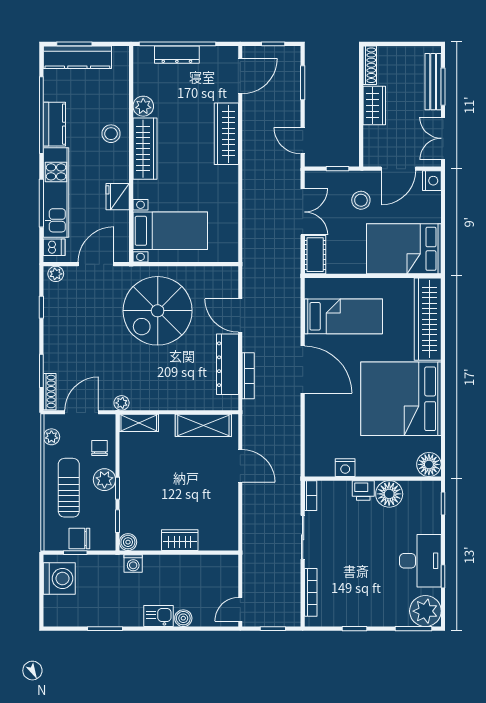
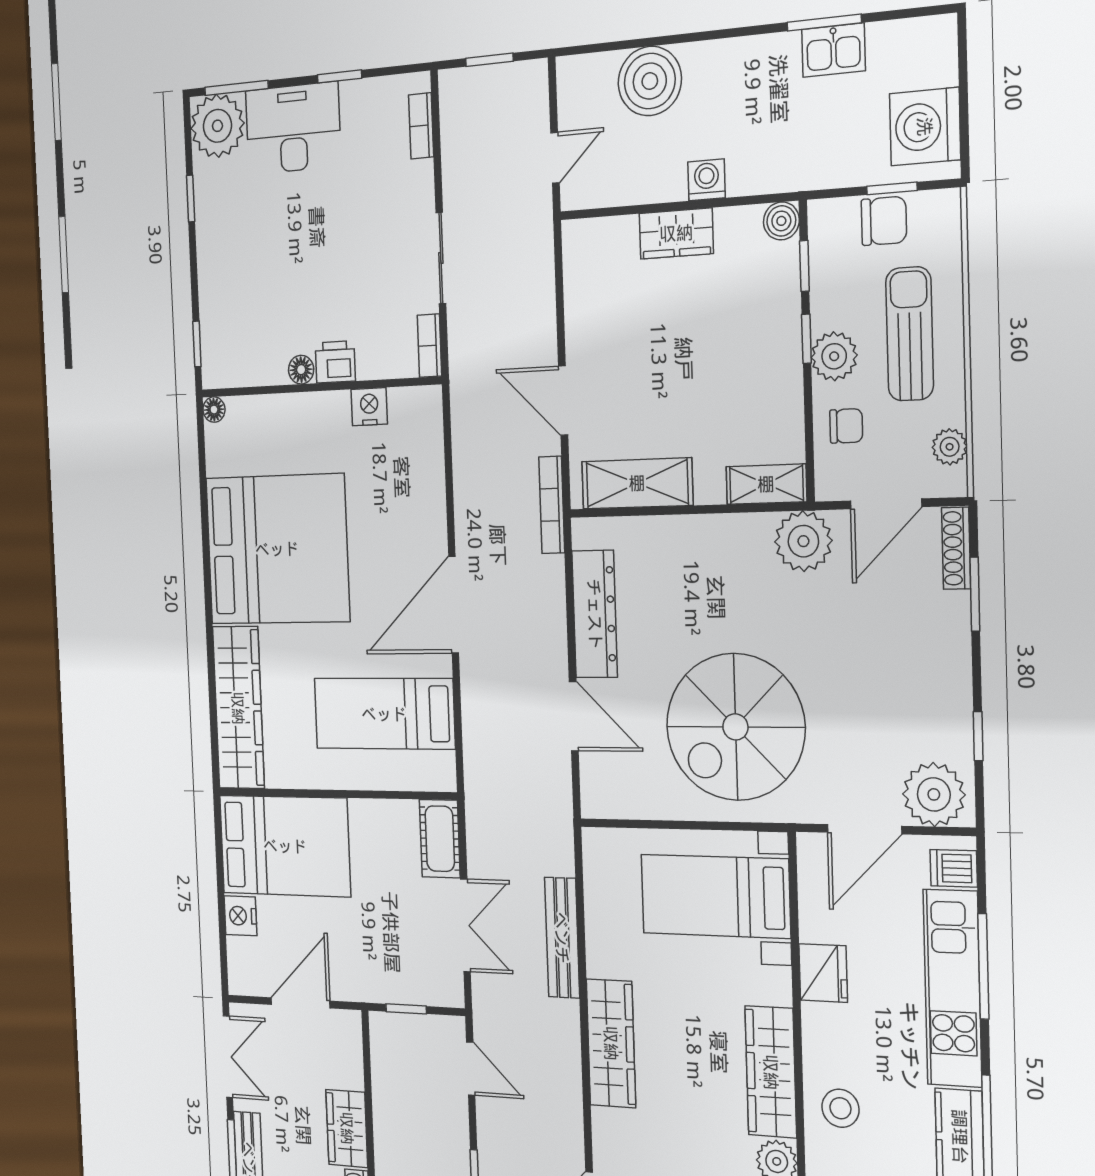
wardrobe: (226, 134) -> (611, 1043), moved
nightstand: (432, 181) -> (240, 916), moved
stool: (361, 200) -> (362, 944), removed
bench: (250, 208) -> (562, 938), added
double door: (303, 212) -> (465, 925), swing flipped
plant: (56, 274) -> (934, 794), width x1.88, depth x1.88
spiral stairs: (158, 311) -> (735, 727), turned 180
door: (303, 370) -> (454, 605), hinge flipped
bookcase: (248, 376) -> (552, 505), moved
plant: (122, 403) -> (803, 541), width x1.88, depth x1.88
chair: (100, 448) -> (846, 426), turned -90
floor lamp: (429, 464) -> (214, 410), width x0.53, depth x0.53
sun lounger: (69, 488) -> (910, 334), turned 180
floor lamp: (389, 494) -> (301, 370), width x0.53, depth x0.53
desk: (420, 561) -> (293, 128), moved, turned 90
washing machine: (133, 563) -> (707, 180), moved
bookcase: (311, 592) -> (421, 126), width x0.64
door: (240, 609) -> (555, 158), moved
kitchen sink: (159, 616) -> (834, 50), moved
boiler: (183, 618) -> (650, 81), width x1.86, depth x1.86

